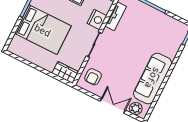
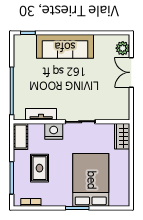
armchair: (93, 77) -> (112, 106), removed
sofa: (153, 78) -> (65, 46), moved

